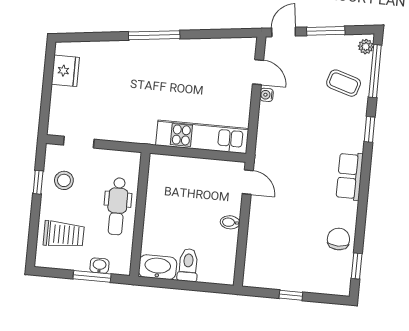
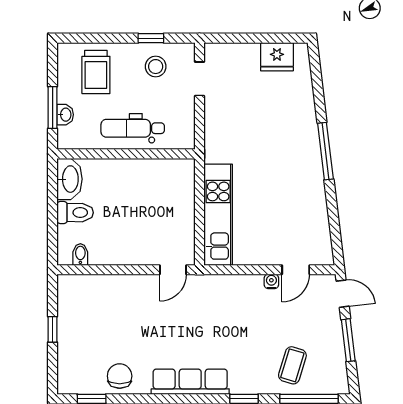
plant: (366, 47) -> (335, 386), removed
row of seats: (350, 176) -> (190, 382), width x1.48
bidet: (230, 222) -> (80, 254), moved
chair: (338, 239) -> (120, 376), turned -90

